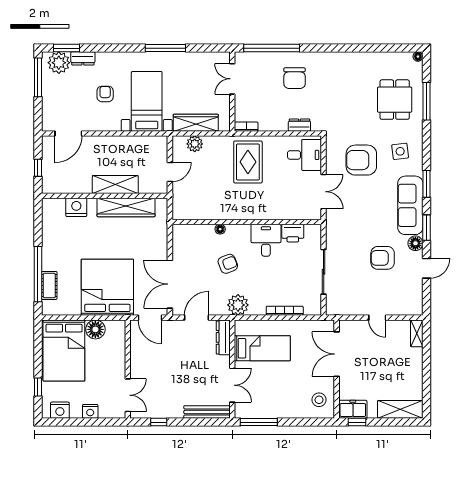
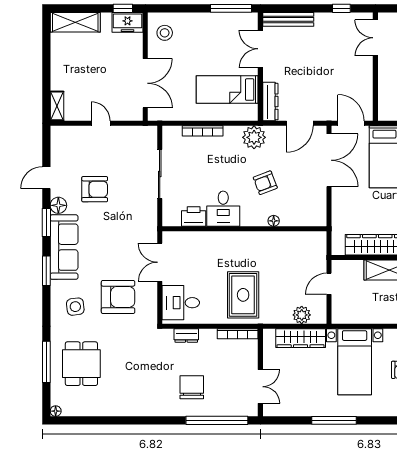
bookcase: (246, 127) -> (238, 334), width x1.56

